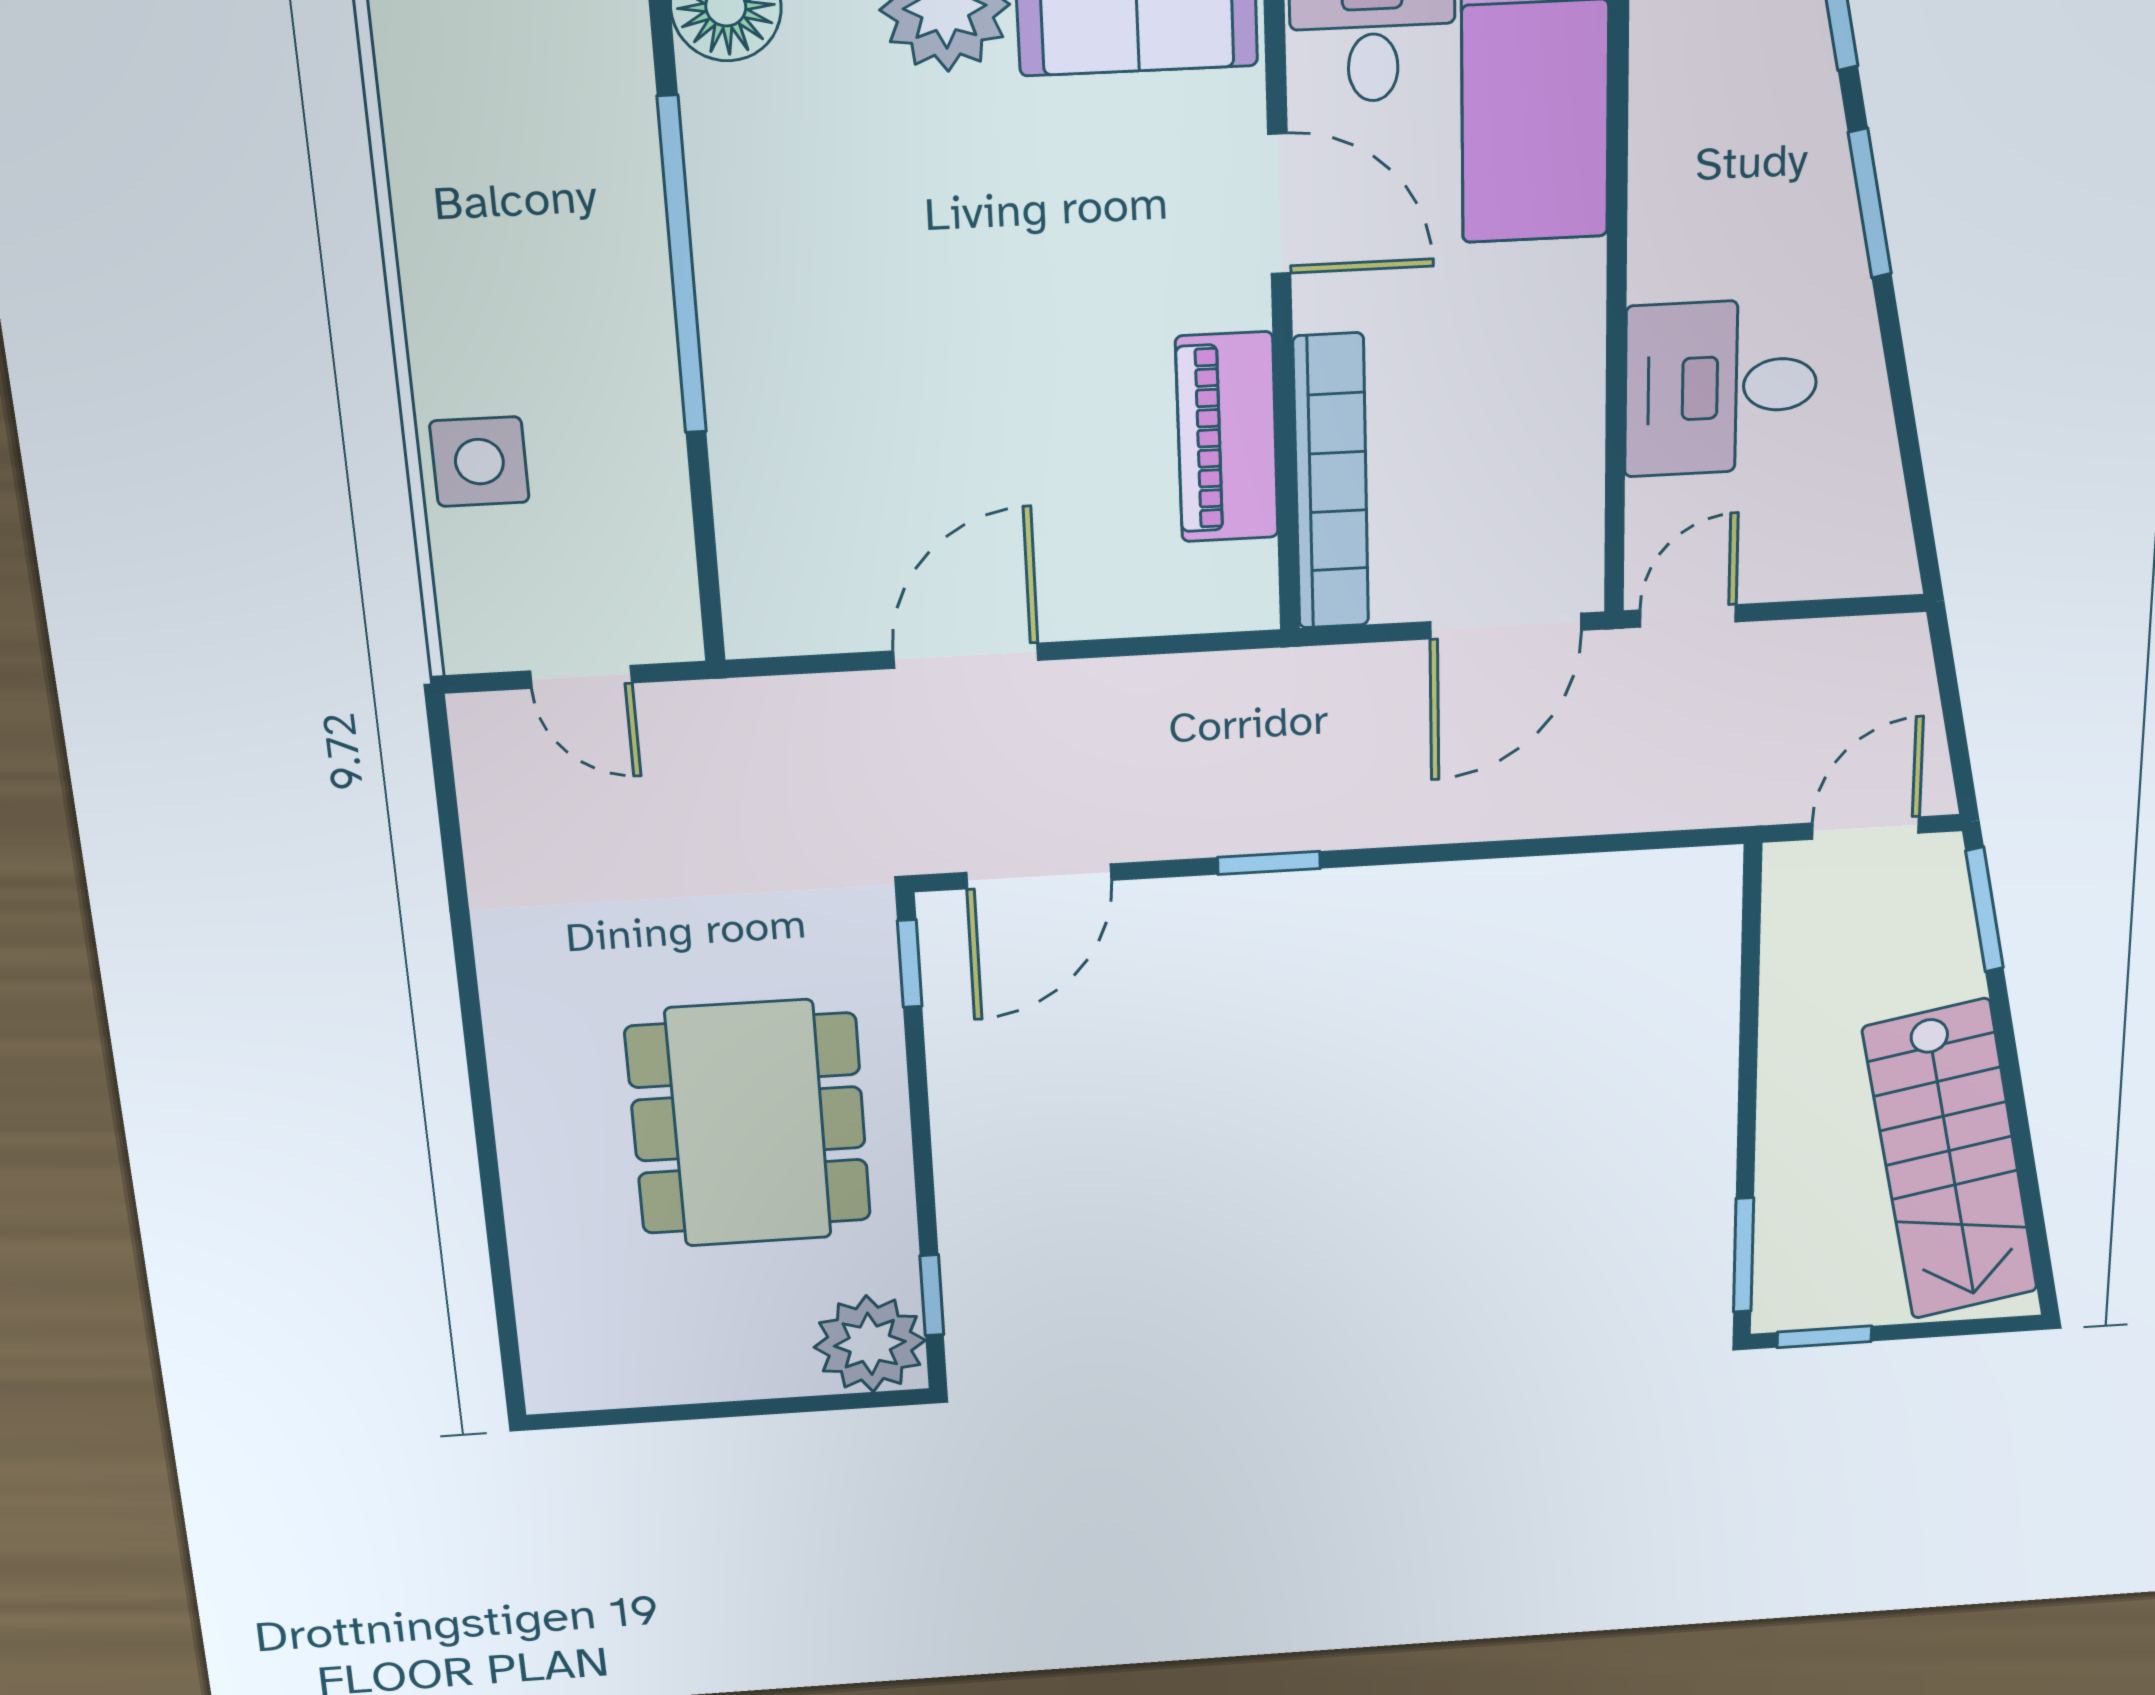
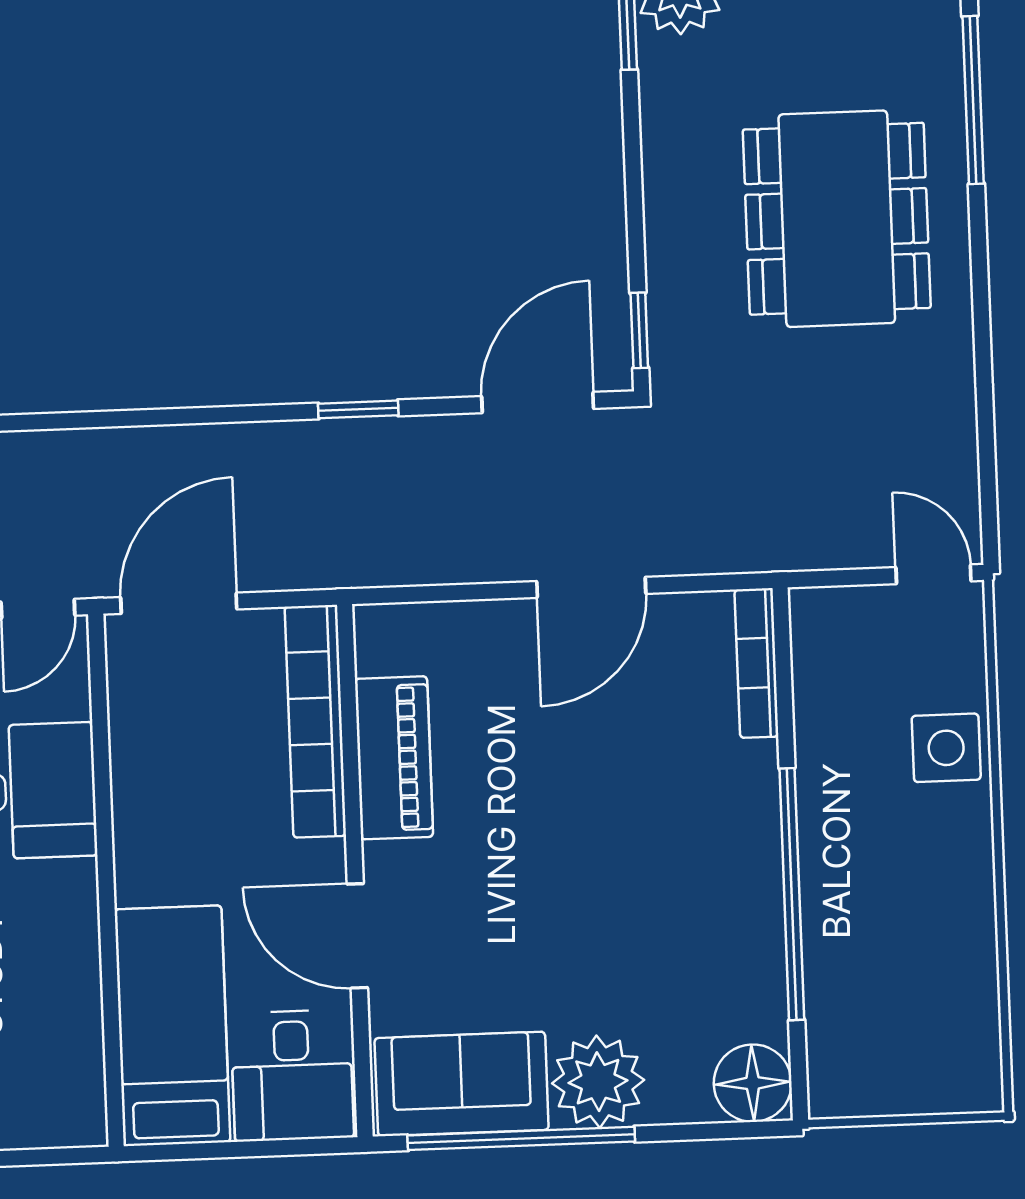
bookcase: (743, 565) -> (756, 663), added
door: (581, 677) -> (933, 574), moved
dining table: (749, 1124) -> (837, 219), moved
window: (496, 1235) -> (973, 100), added

